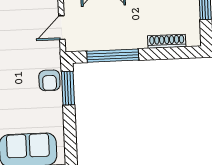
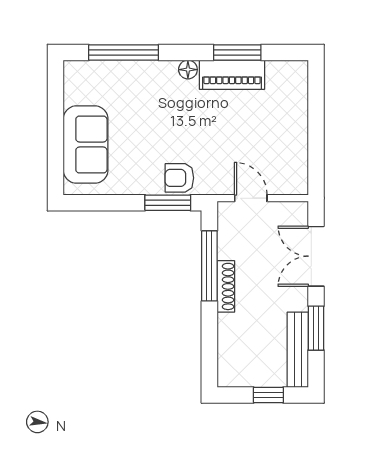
shoe rack: (167, 41) -> (226, 286), moved

